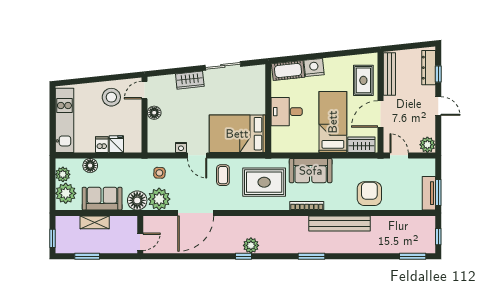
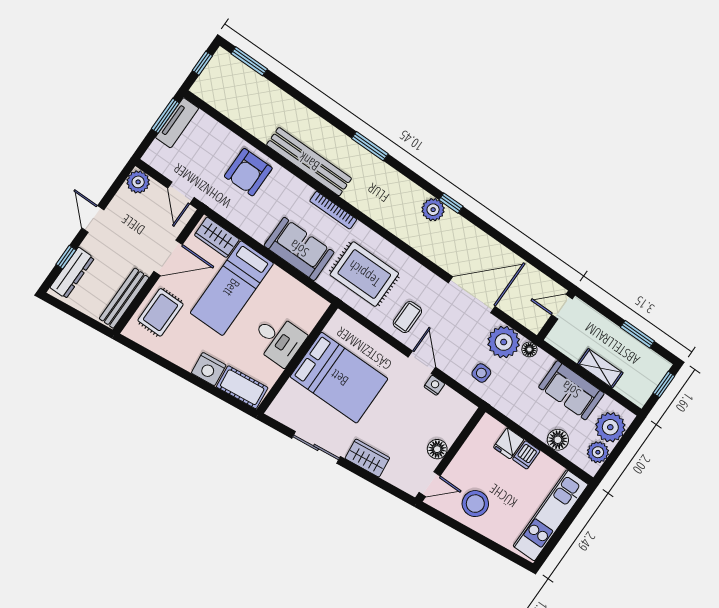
bed: (237, 134) -> (339, 378), moved
floor lamp: (137, 200) -> (529, 349), width x0.53, depth x0.53

